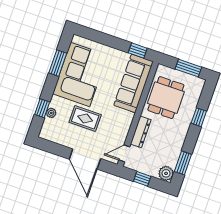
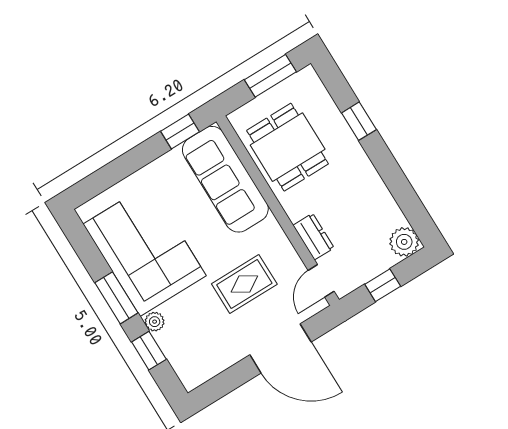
window: (58, 63) -> (116, 298), moved
plant: (51, 113) -> (155, 322), moved
rug: (85, 119) -> (244, 284), moved
dresser: (141, 132) -> (314, 237), width x0.70
window: (183, 163) -> (409, 203), removed

